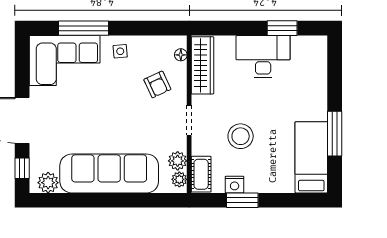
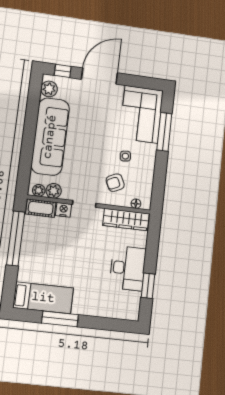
side table: (120, 51) -> (125, 156), moved
stool: (241, 136) -> (67, 243), removed
nightstand: (235, 185) -> (64, 210), moved, turned 90
window: (242, 200) -> (16, 238), width x2.11

